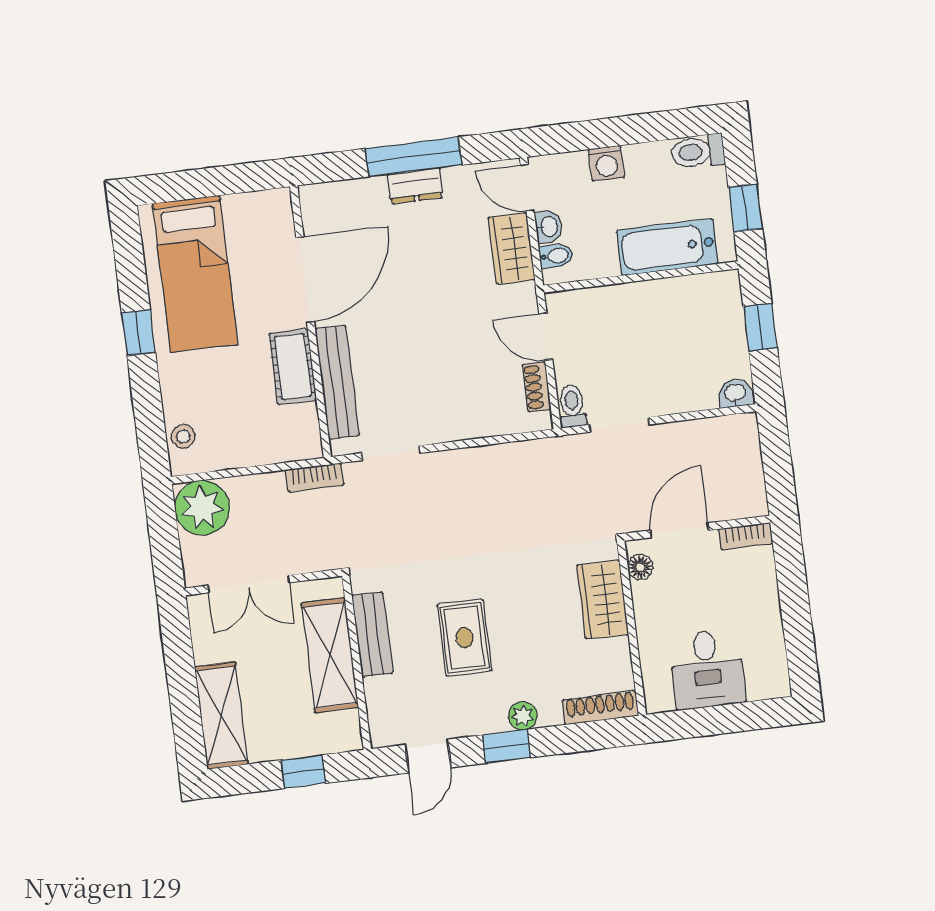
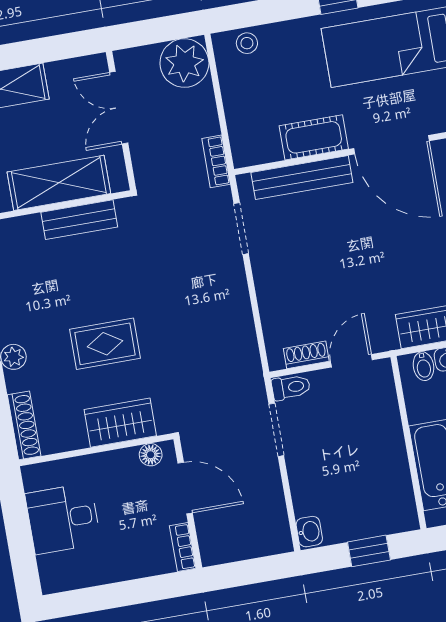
rug: (465, 638) -> (105, 344), moved

